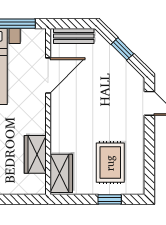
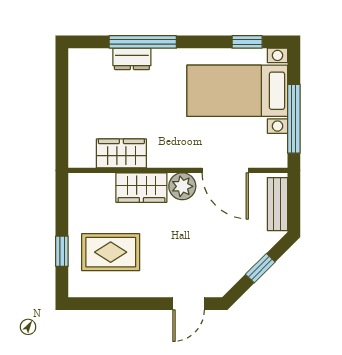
plant: (60, 108) -> (182, 186), added
wardrobe: (61, 173) -> (141, 188), moved

